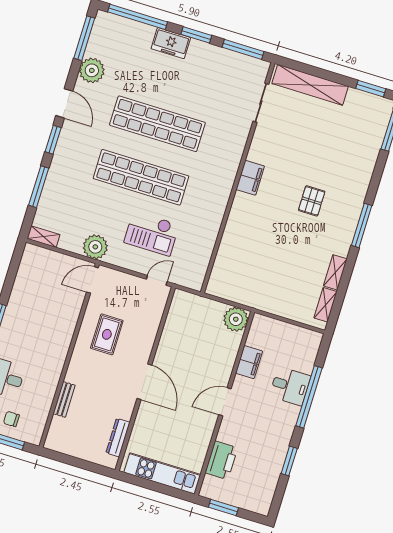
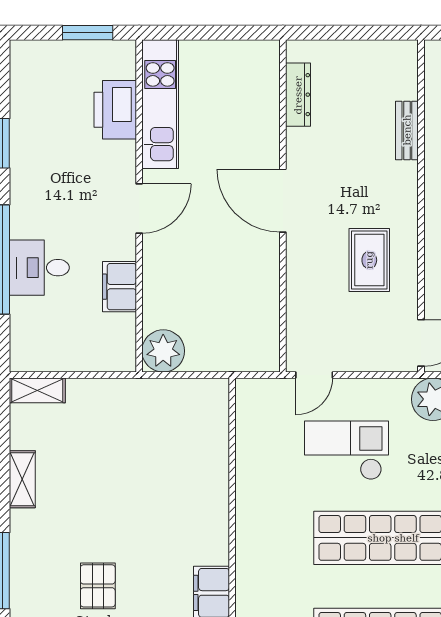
shelving: (325, 305) -> (37, 390), moved, turned 90
kitchen unit: (162, 473) -> (160, 104), moved, turned -90

